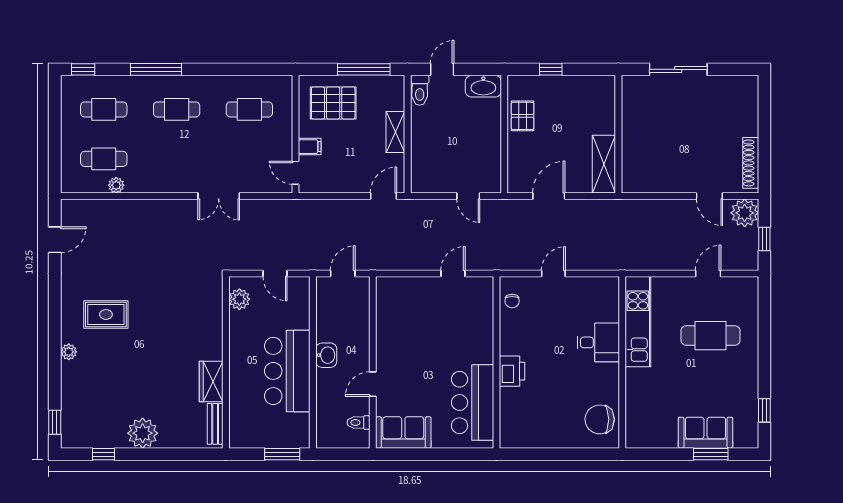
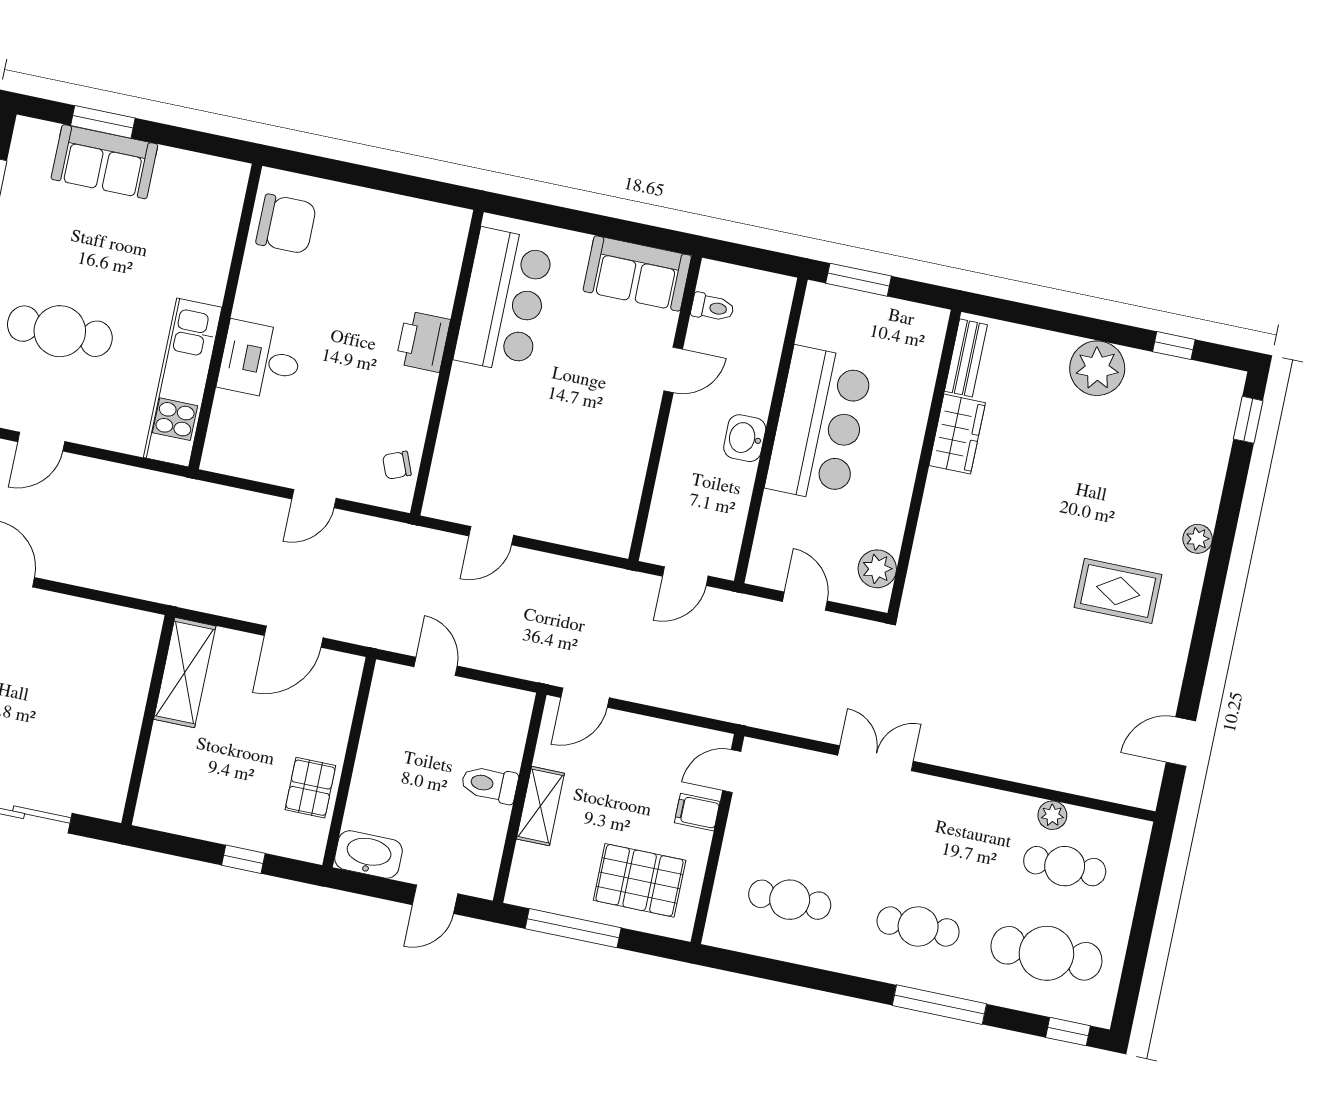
toilet: (420, 90) -> (489, 784), moved, turned -90
cafe table: (104, 109) -> (1046, 953), width x1.37, depth x1.35
door: (295, 173) -> (732, 771), swing flipped
chair: (512, 301) -> (397, 465), turned -112

